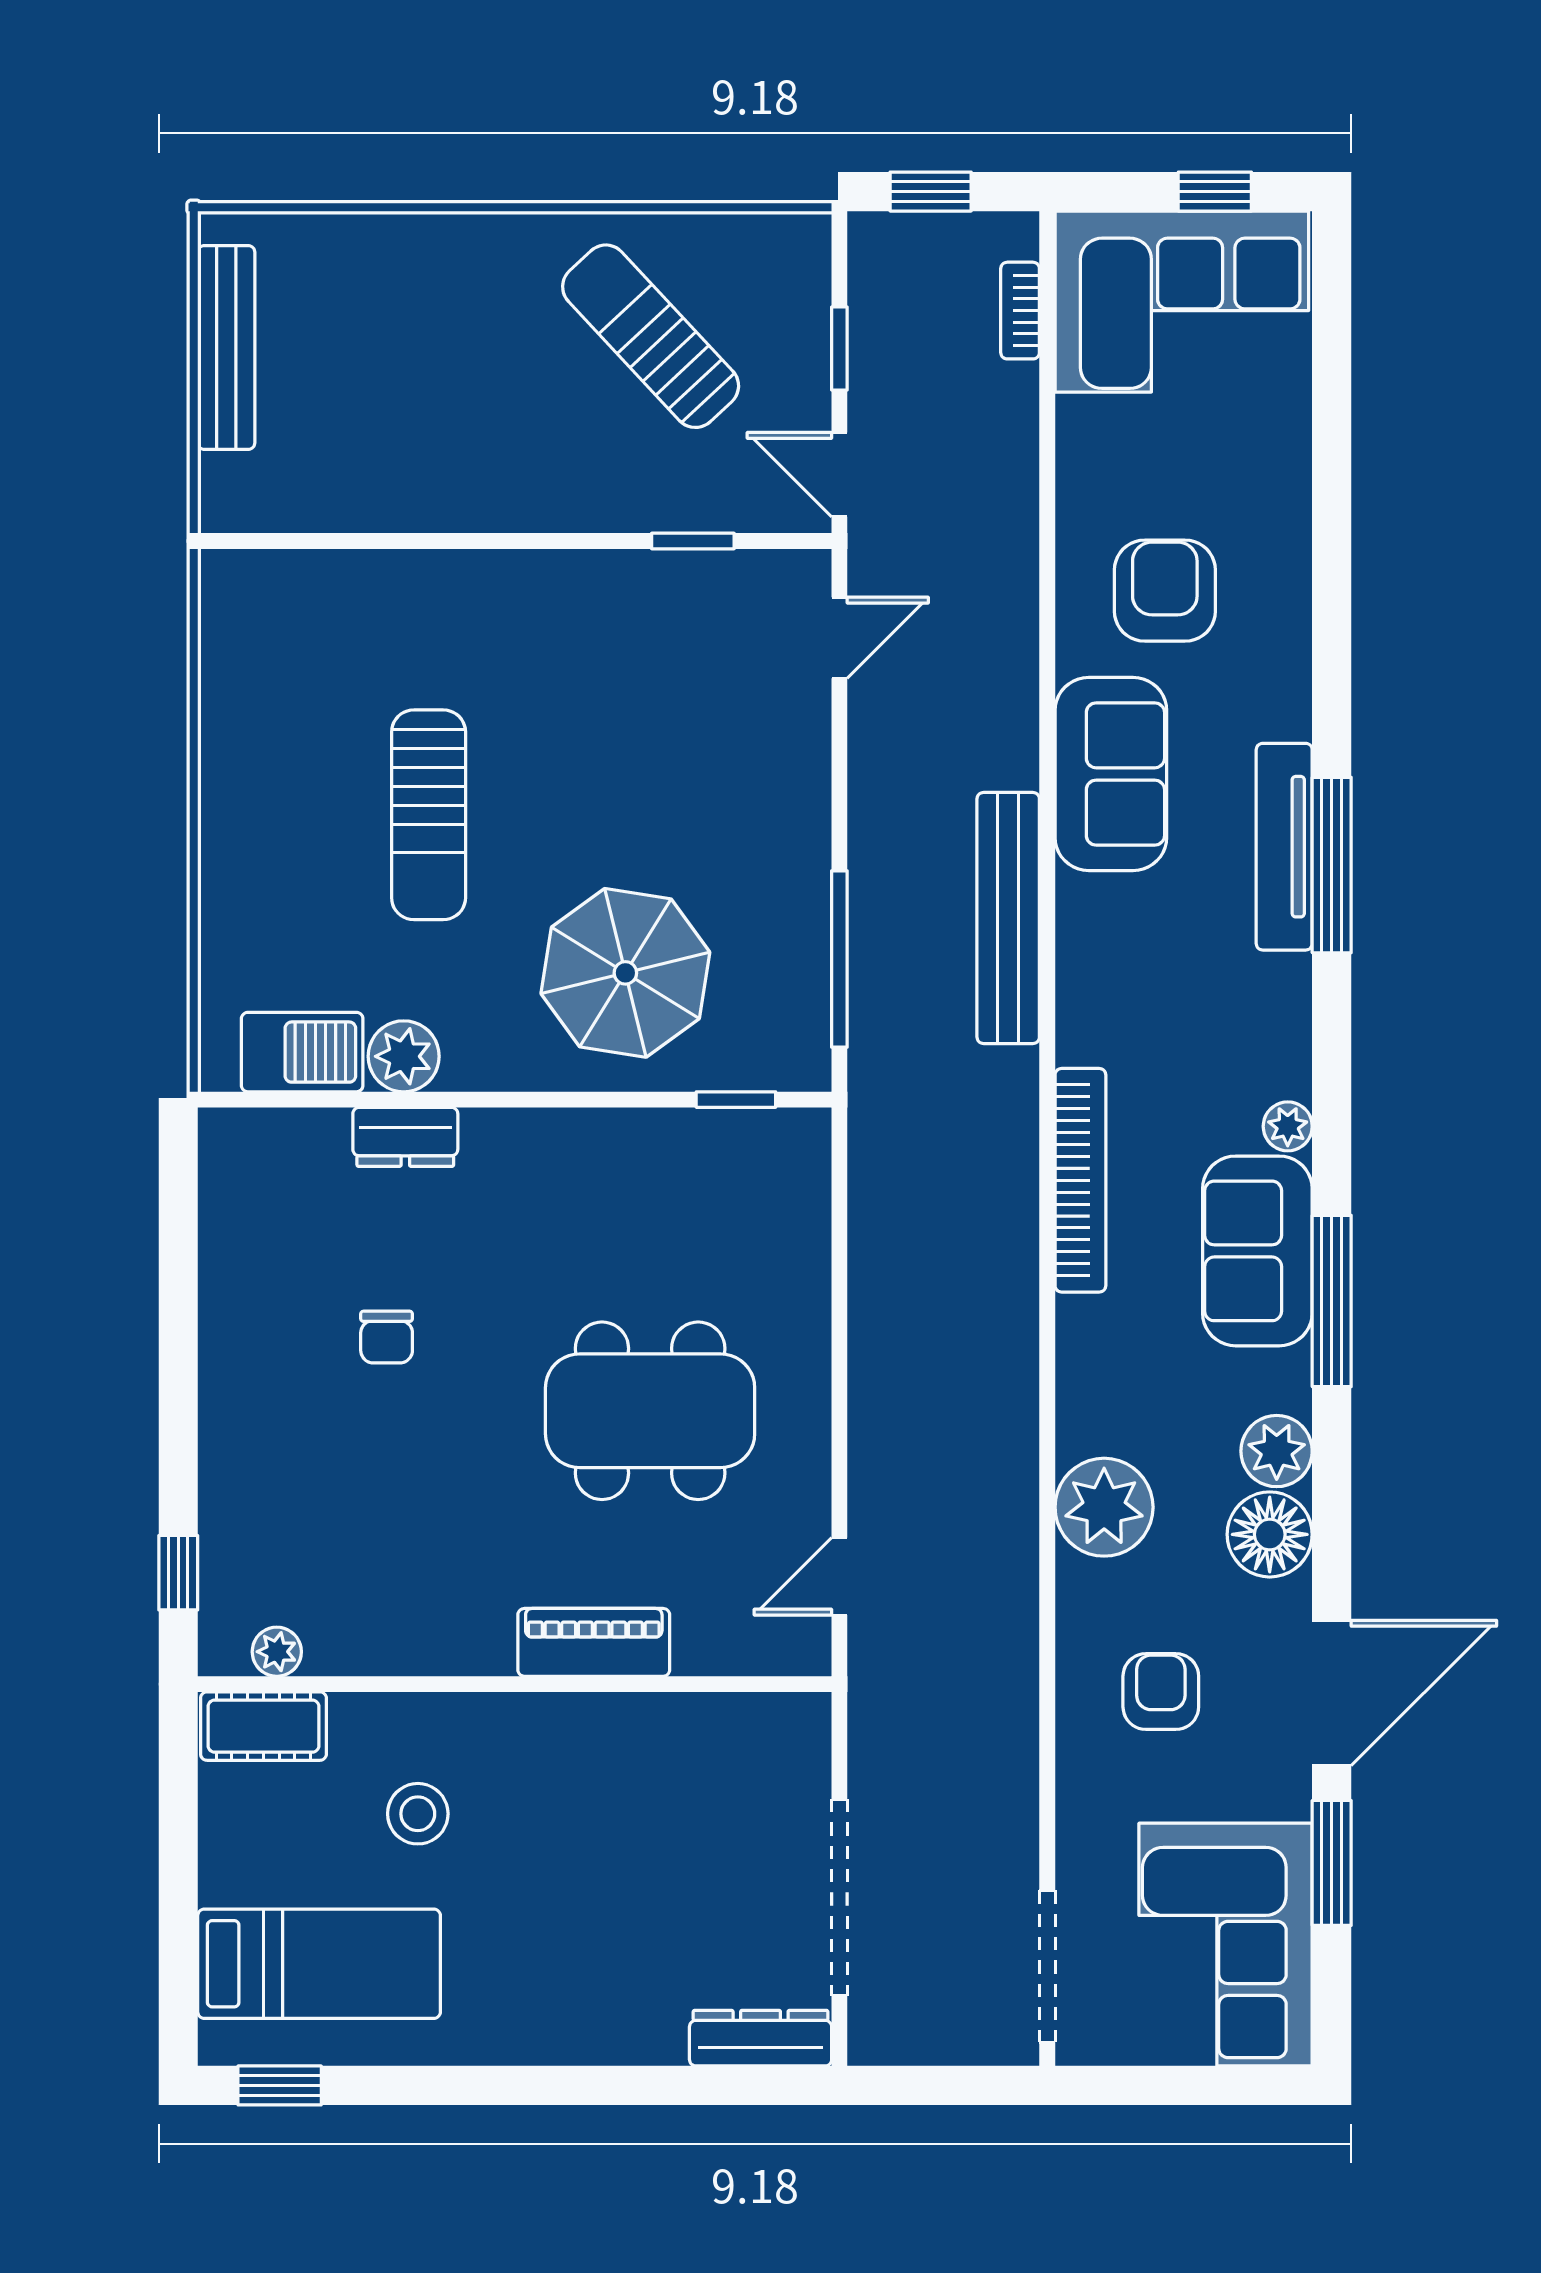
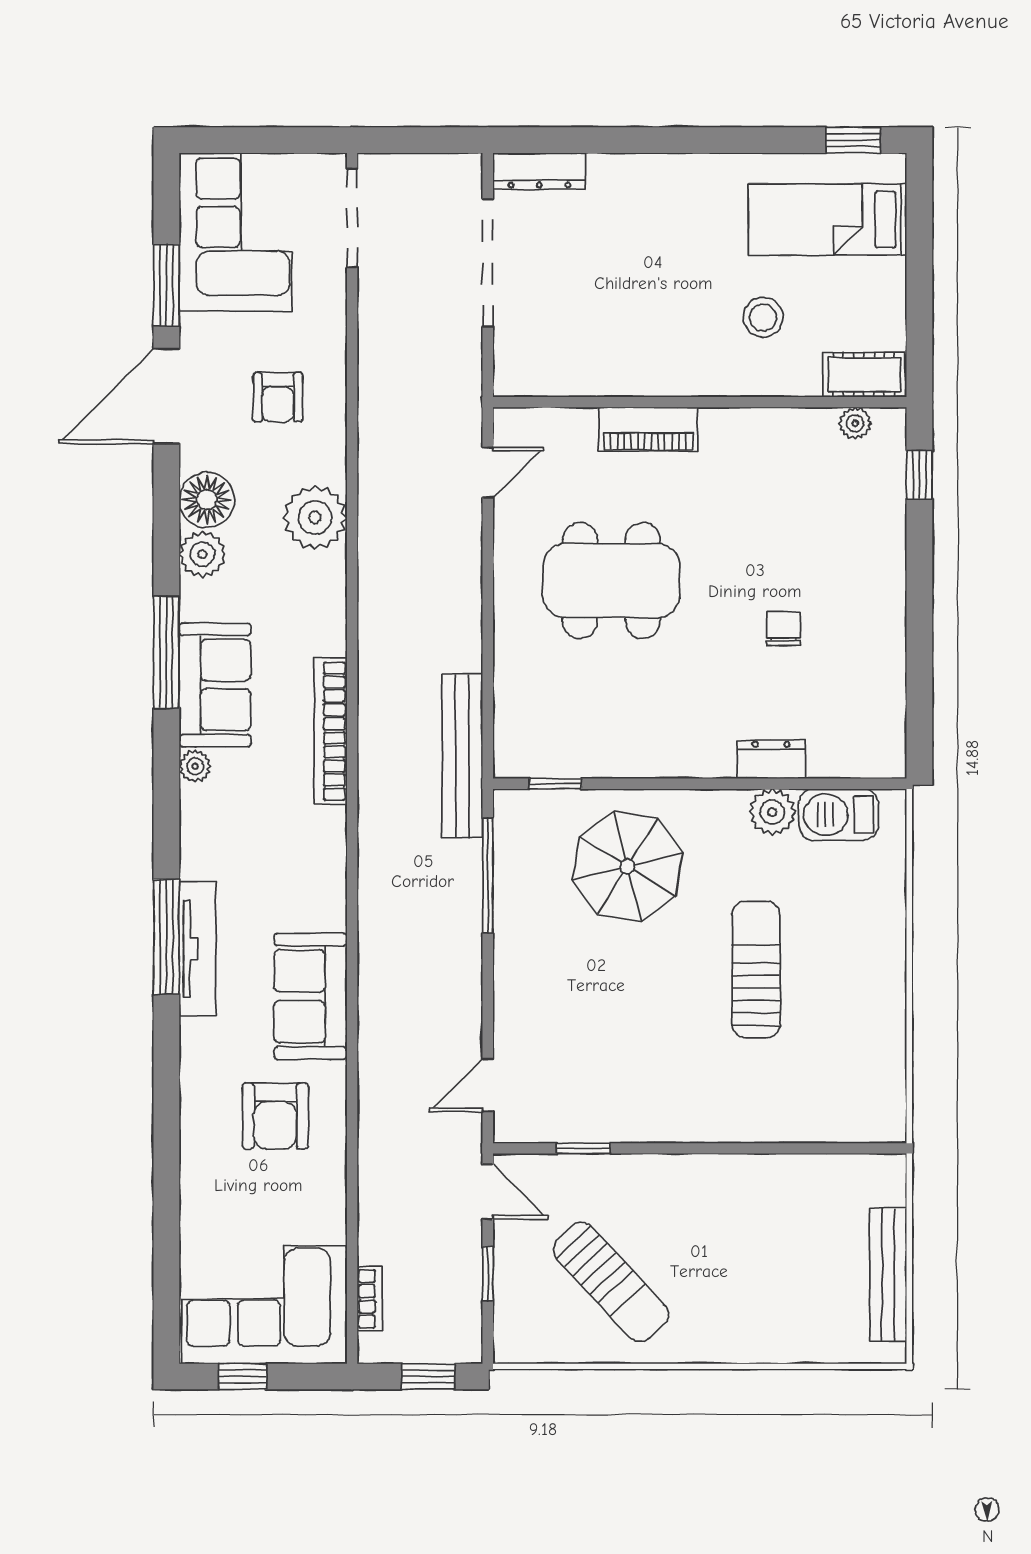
bench: (1008, 918) -> (462, 756), moved

